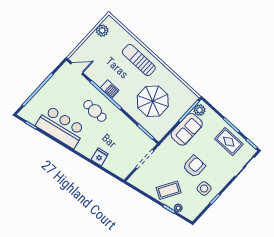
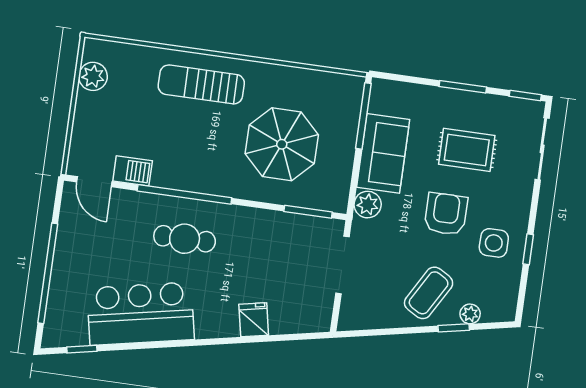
door: (77, 68) -> (94, 182), swing flipped
barbecue: (110, 89) -> (133, 171), moved
plant: (200, 110) -> (368, 205), moved
rug: (229, 142) -> (467, 150), moved

